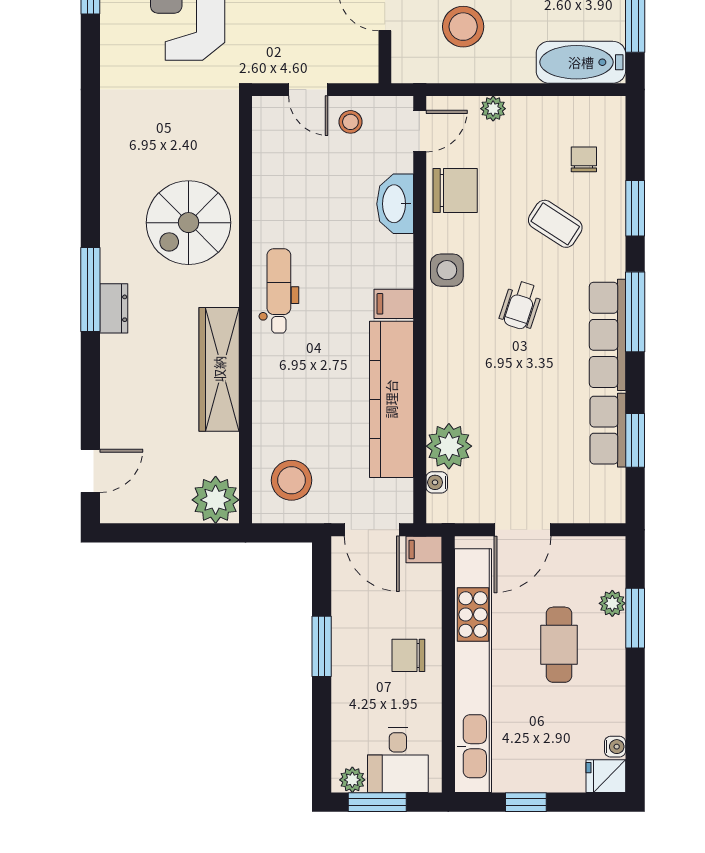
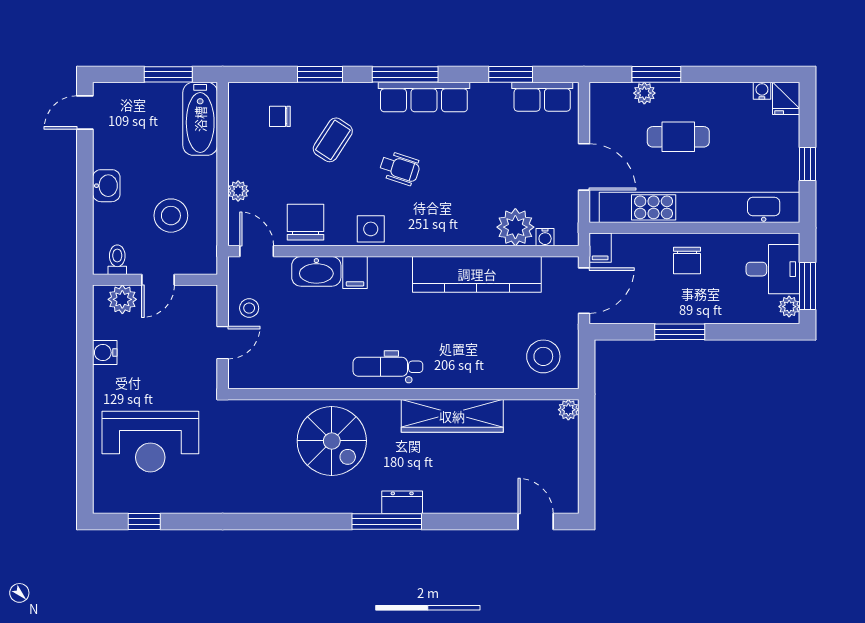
filing cabinet: (394, 304) -> (355, 273), moved
row of seats: (608, 430) -> (542, 97), moved
plant: (216, 500) -> (568, 410), width x0.53, depth x0.53

